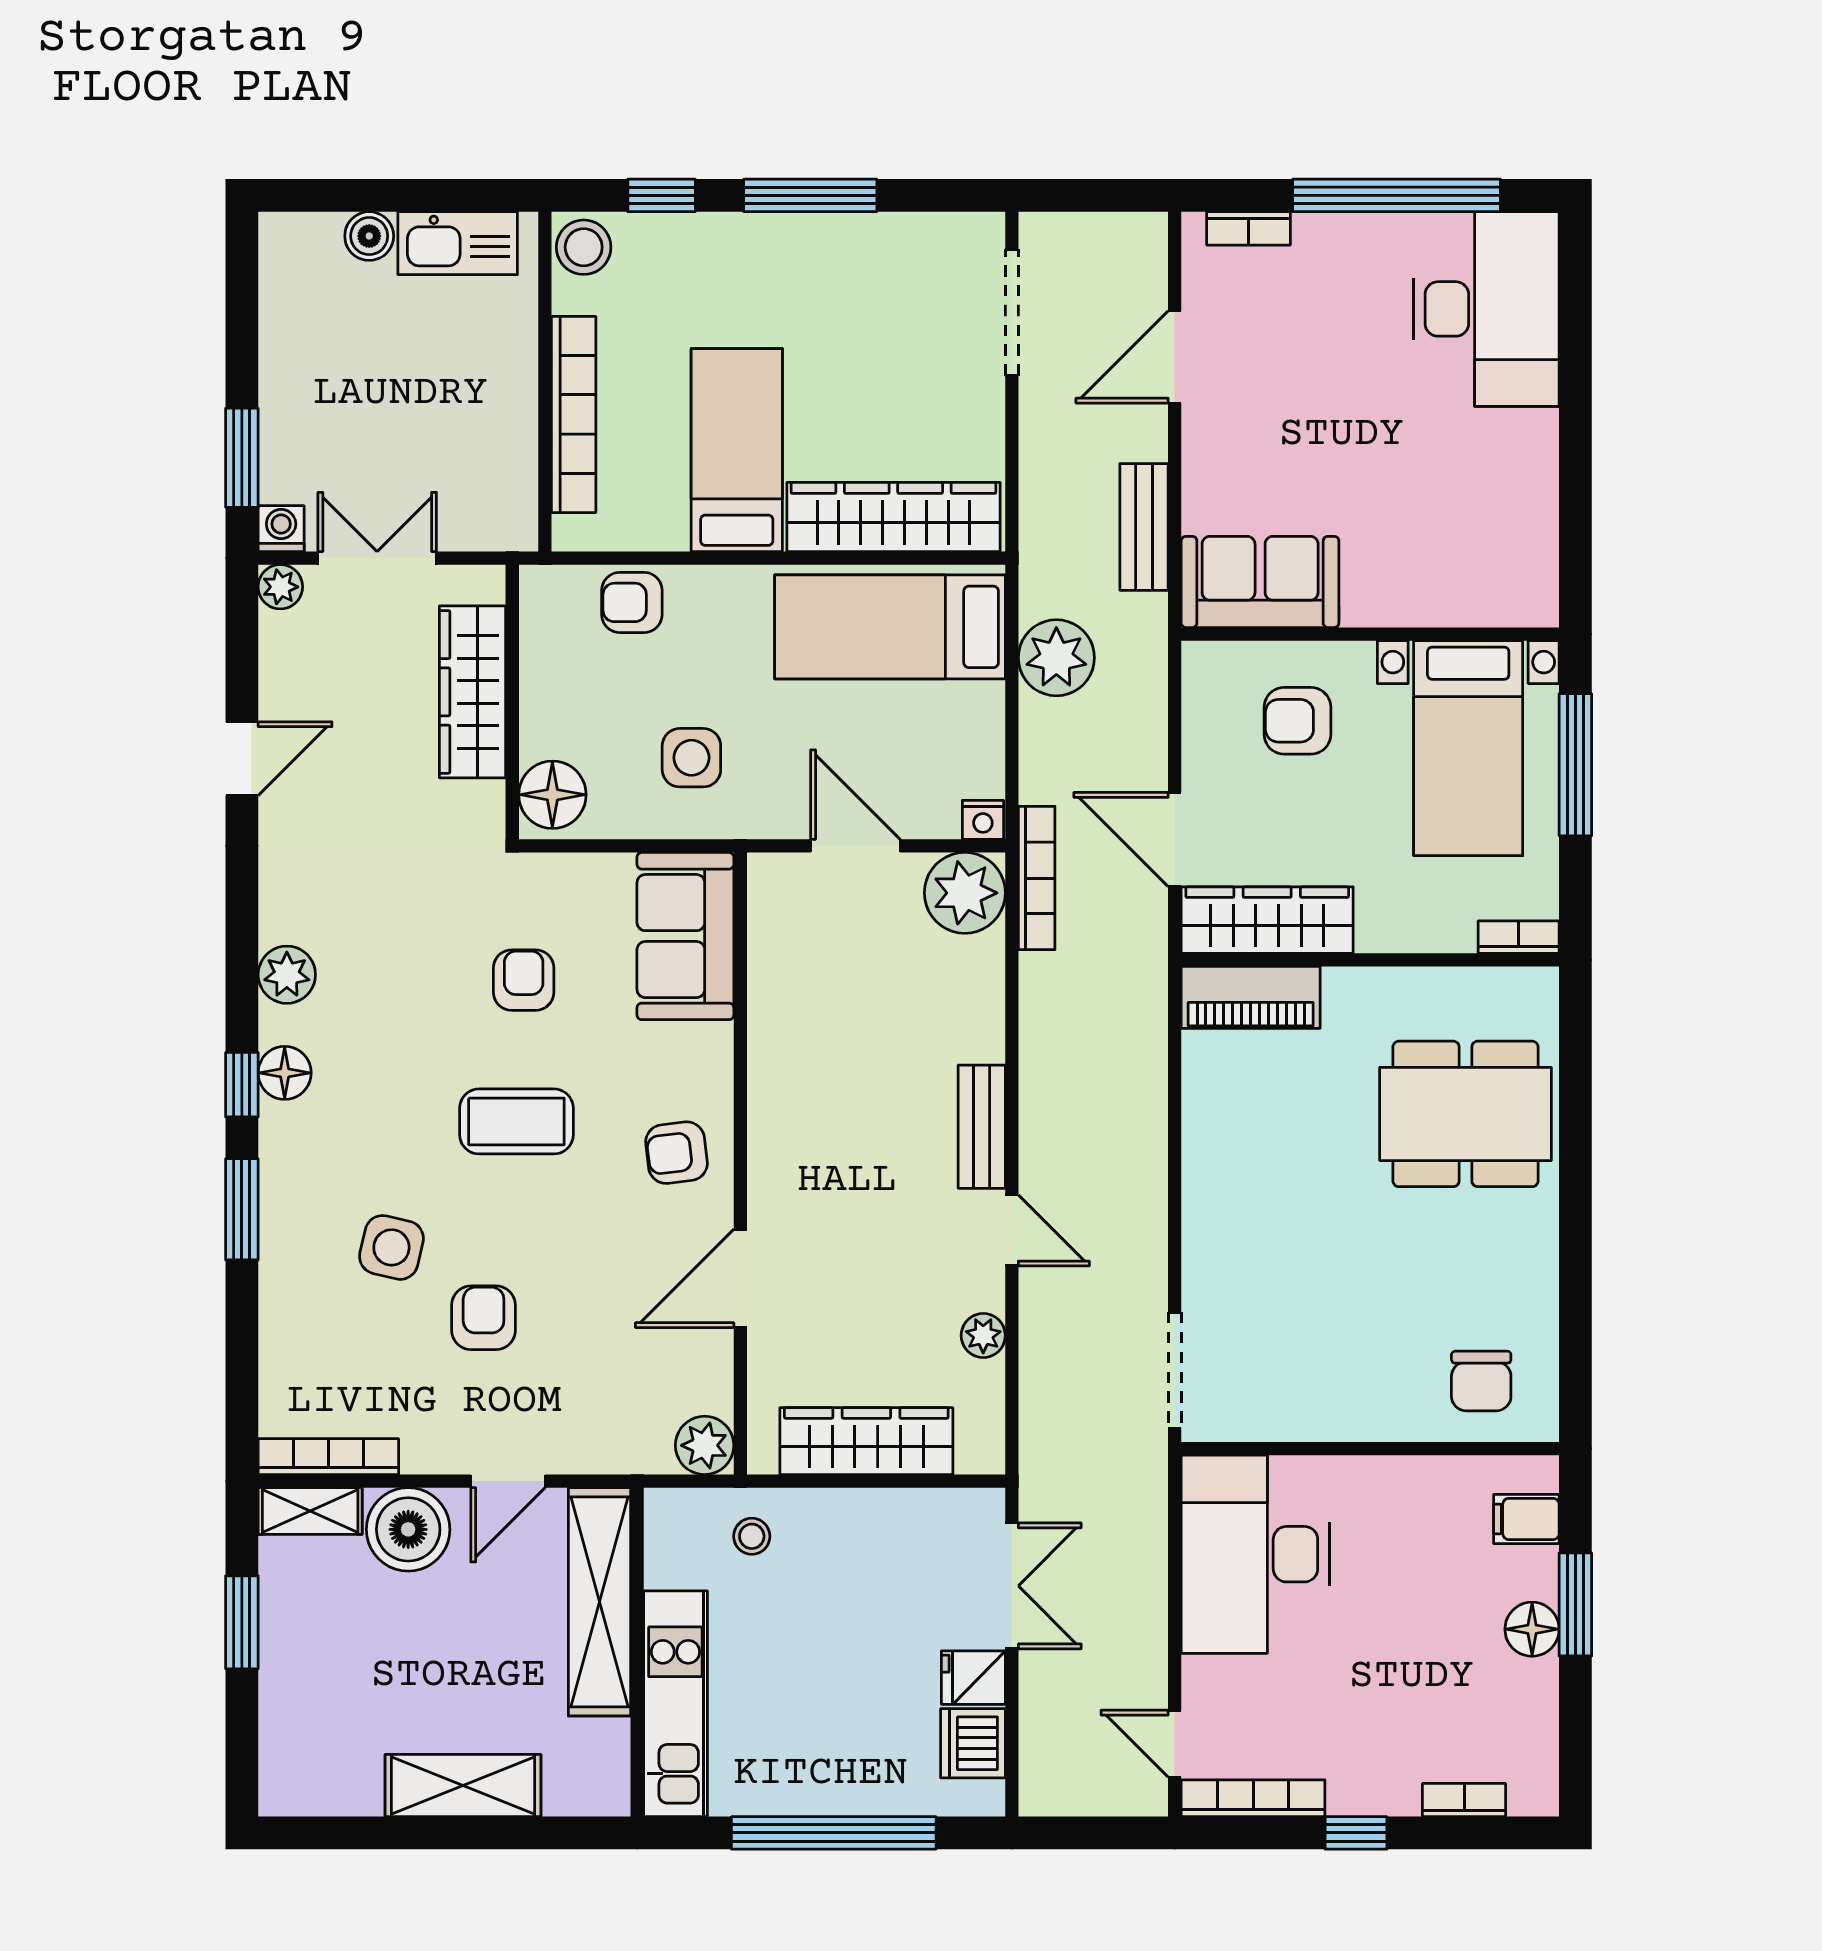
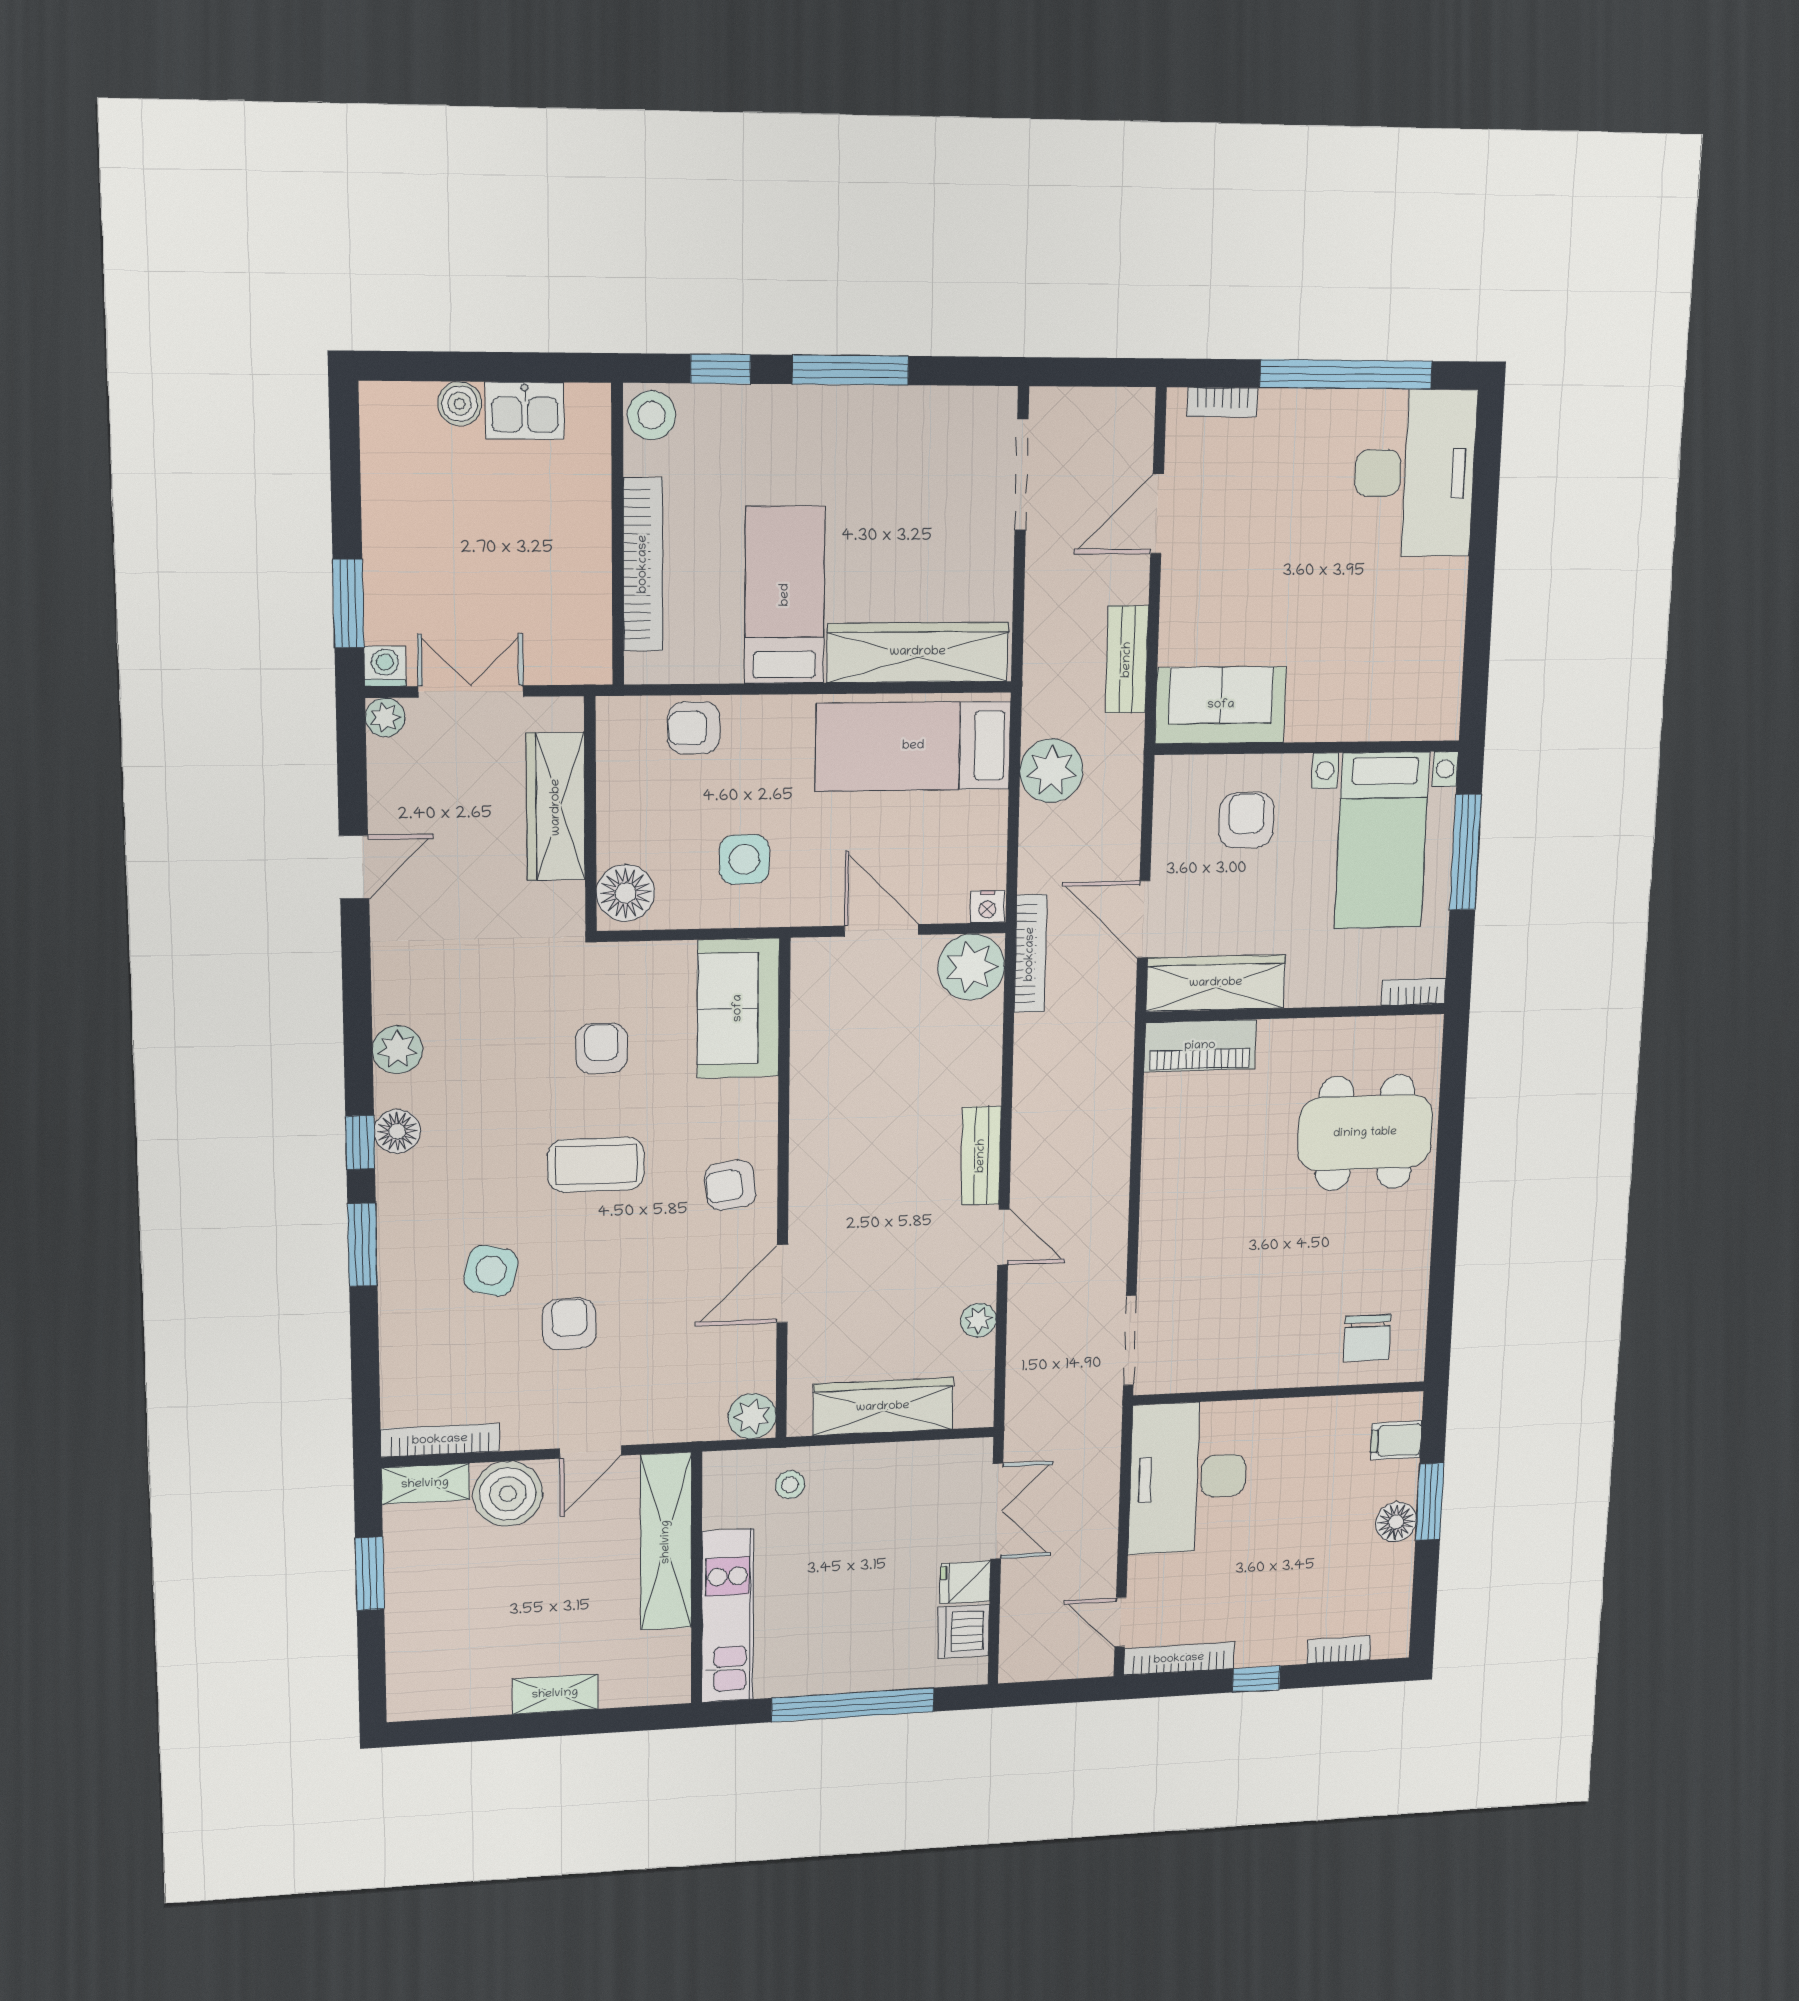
kitchen sink: (458, 243) -> (525, 411), width x0.73
armchair: (1297, 721) -> (1246, 820), turned 90
shelving: (463, 1786) -> (555, 1694), width x0.67, depth x0.75

